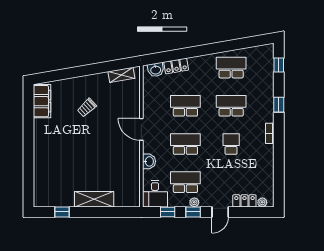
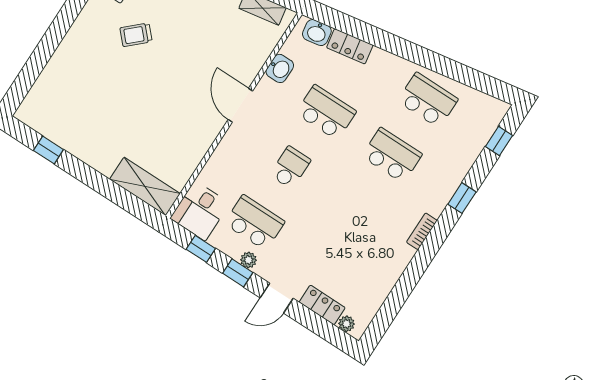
trolley: (87, 108) -> (136, 35), moved
school desk: (185, 144) -> (290, 167), width x0.54
school desk: (231, 144) -> (356, 210), removed
washbasin: (149, 161) -> (280, 68), moved
shelving: (94, 199) -> (145, 186), moved

